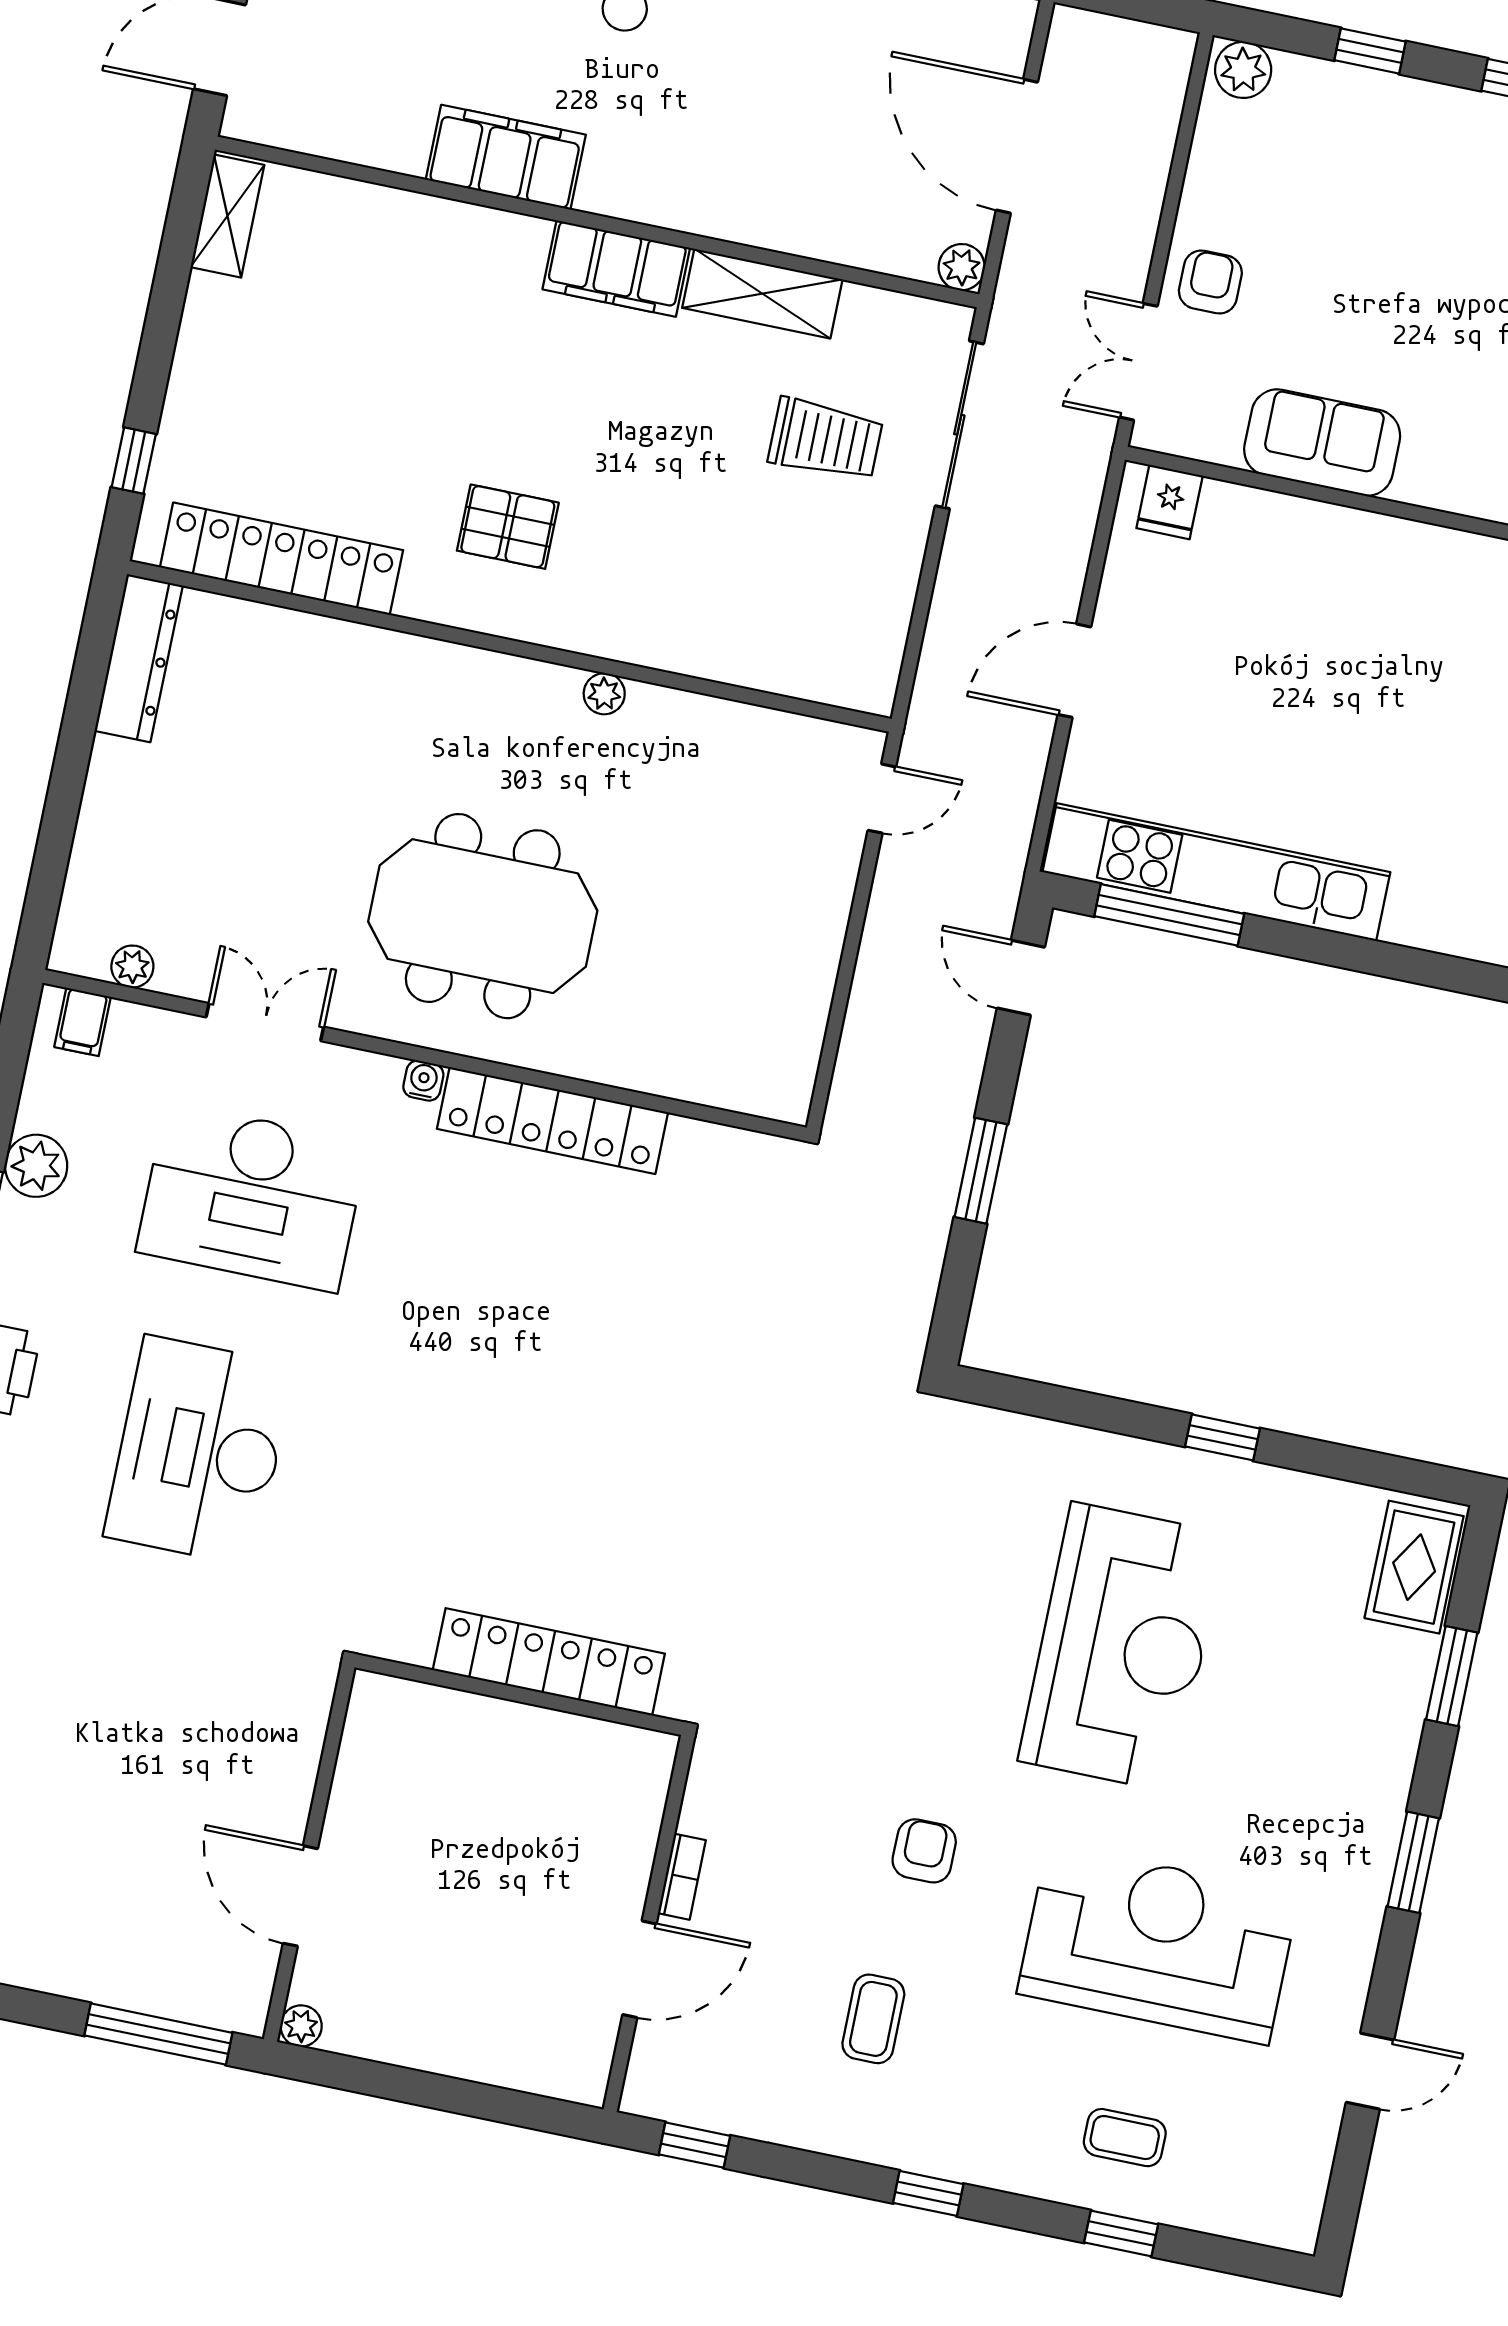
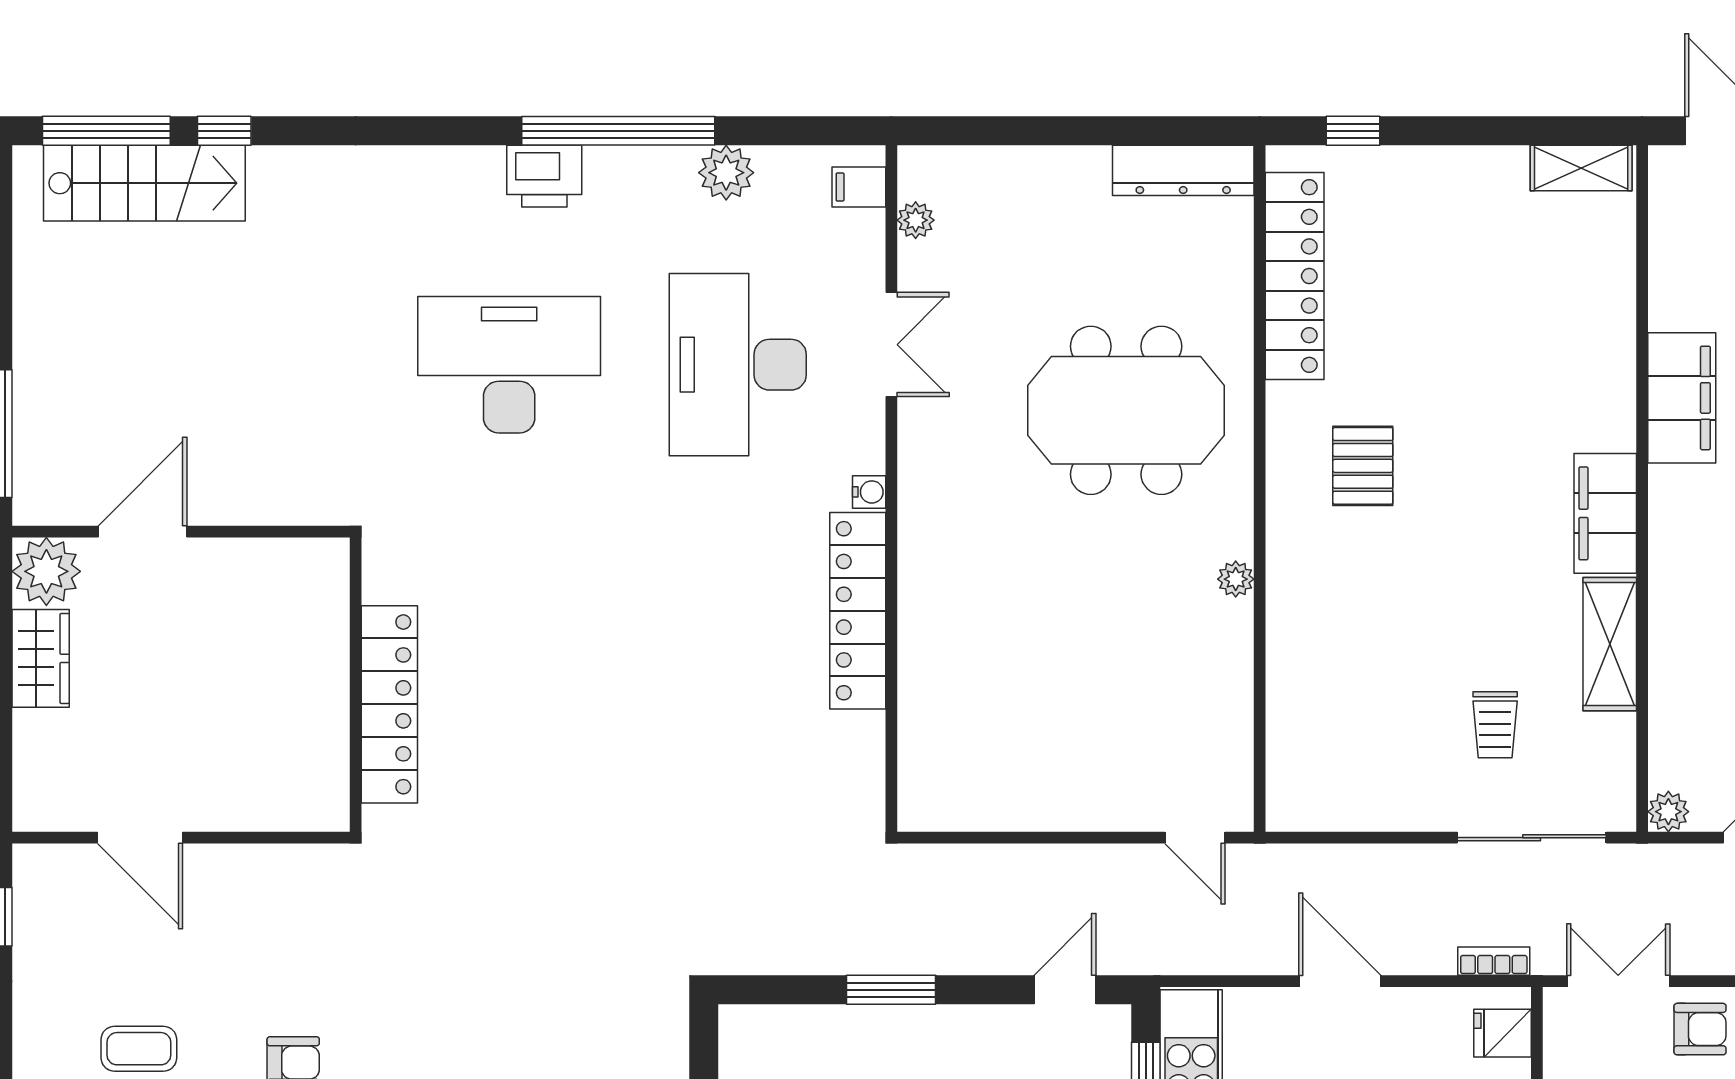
trolley: (826, 439) -> (1495, 725), width x0.73, depth x0.72
meeting table: (483, 916) -> (1126, 410), moved, turned 90
bookcase: (682, 1877) -> (1494, 961), moved, turned 180
plant: (301, 2026) -> (46, 571), width x1.88, depth x1.88
wardrobe: (418, 2038) -> (41, 658), added

